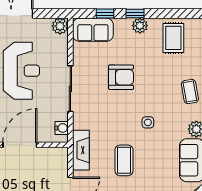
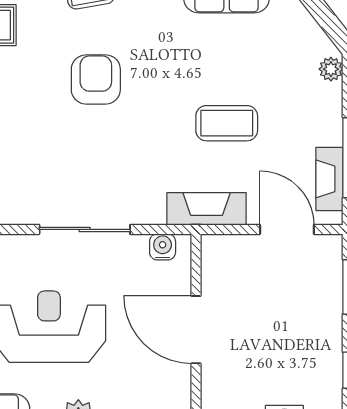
armchair: (121, 77) -> (96, 79), moved
side table: (148, 122) -> (152, 76), removed

